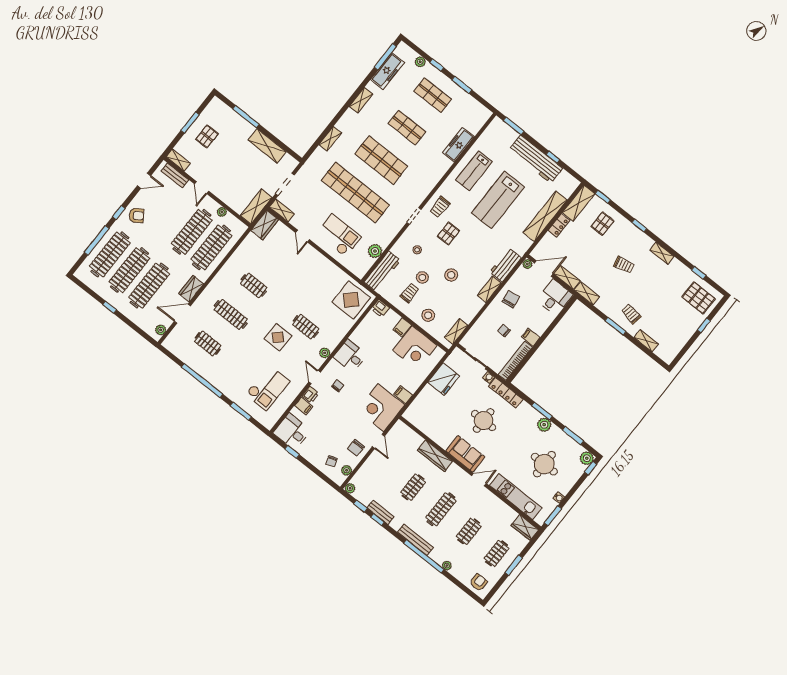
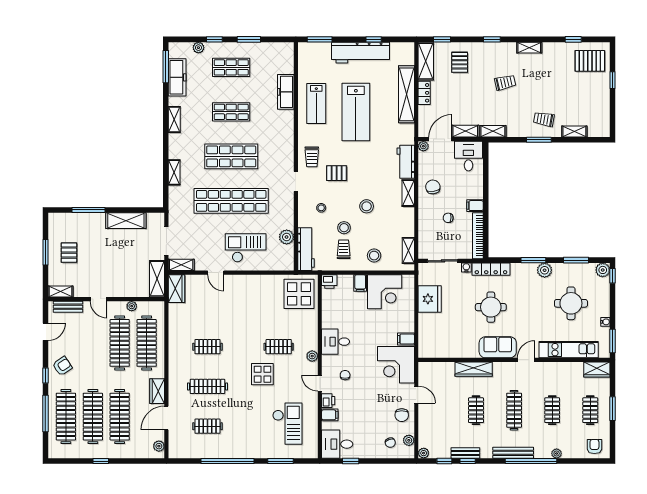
pallet: (448, 233) -> (337, 173), turned 90

